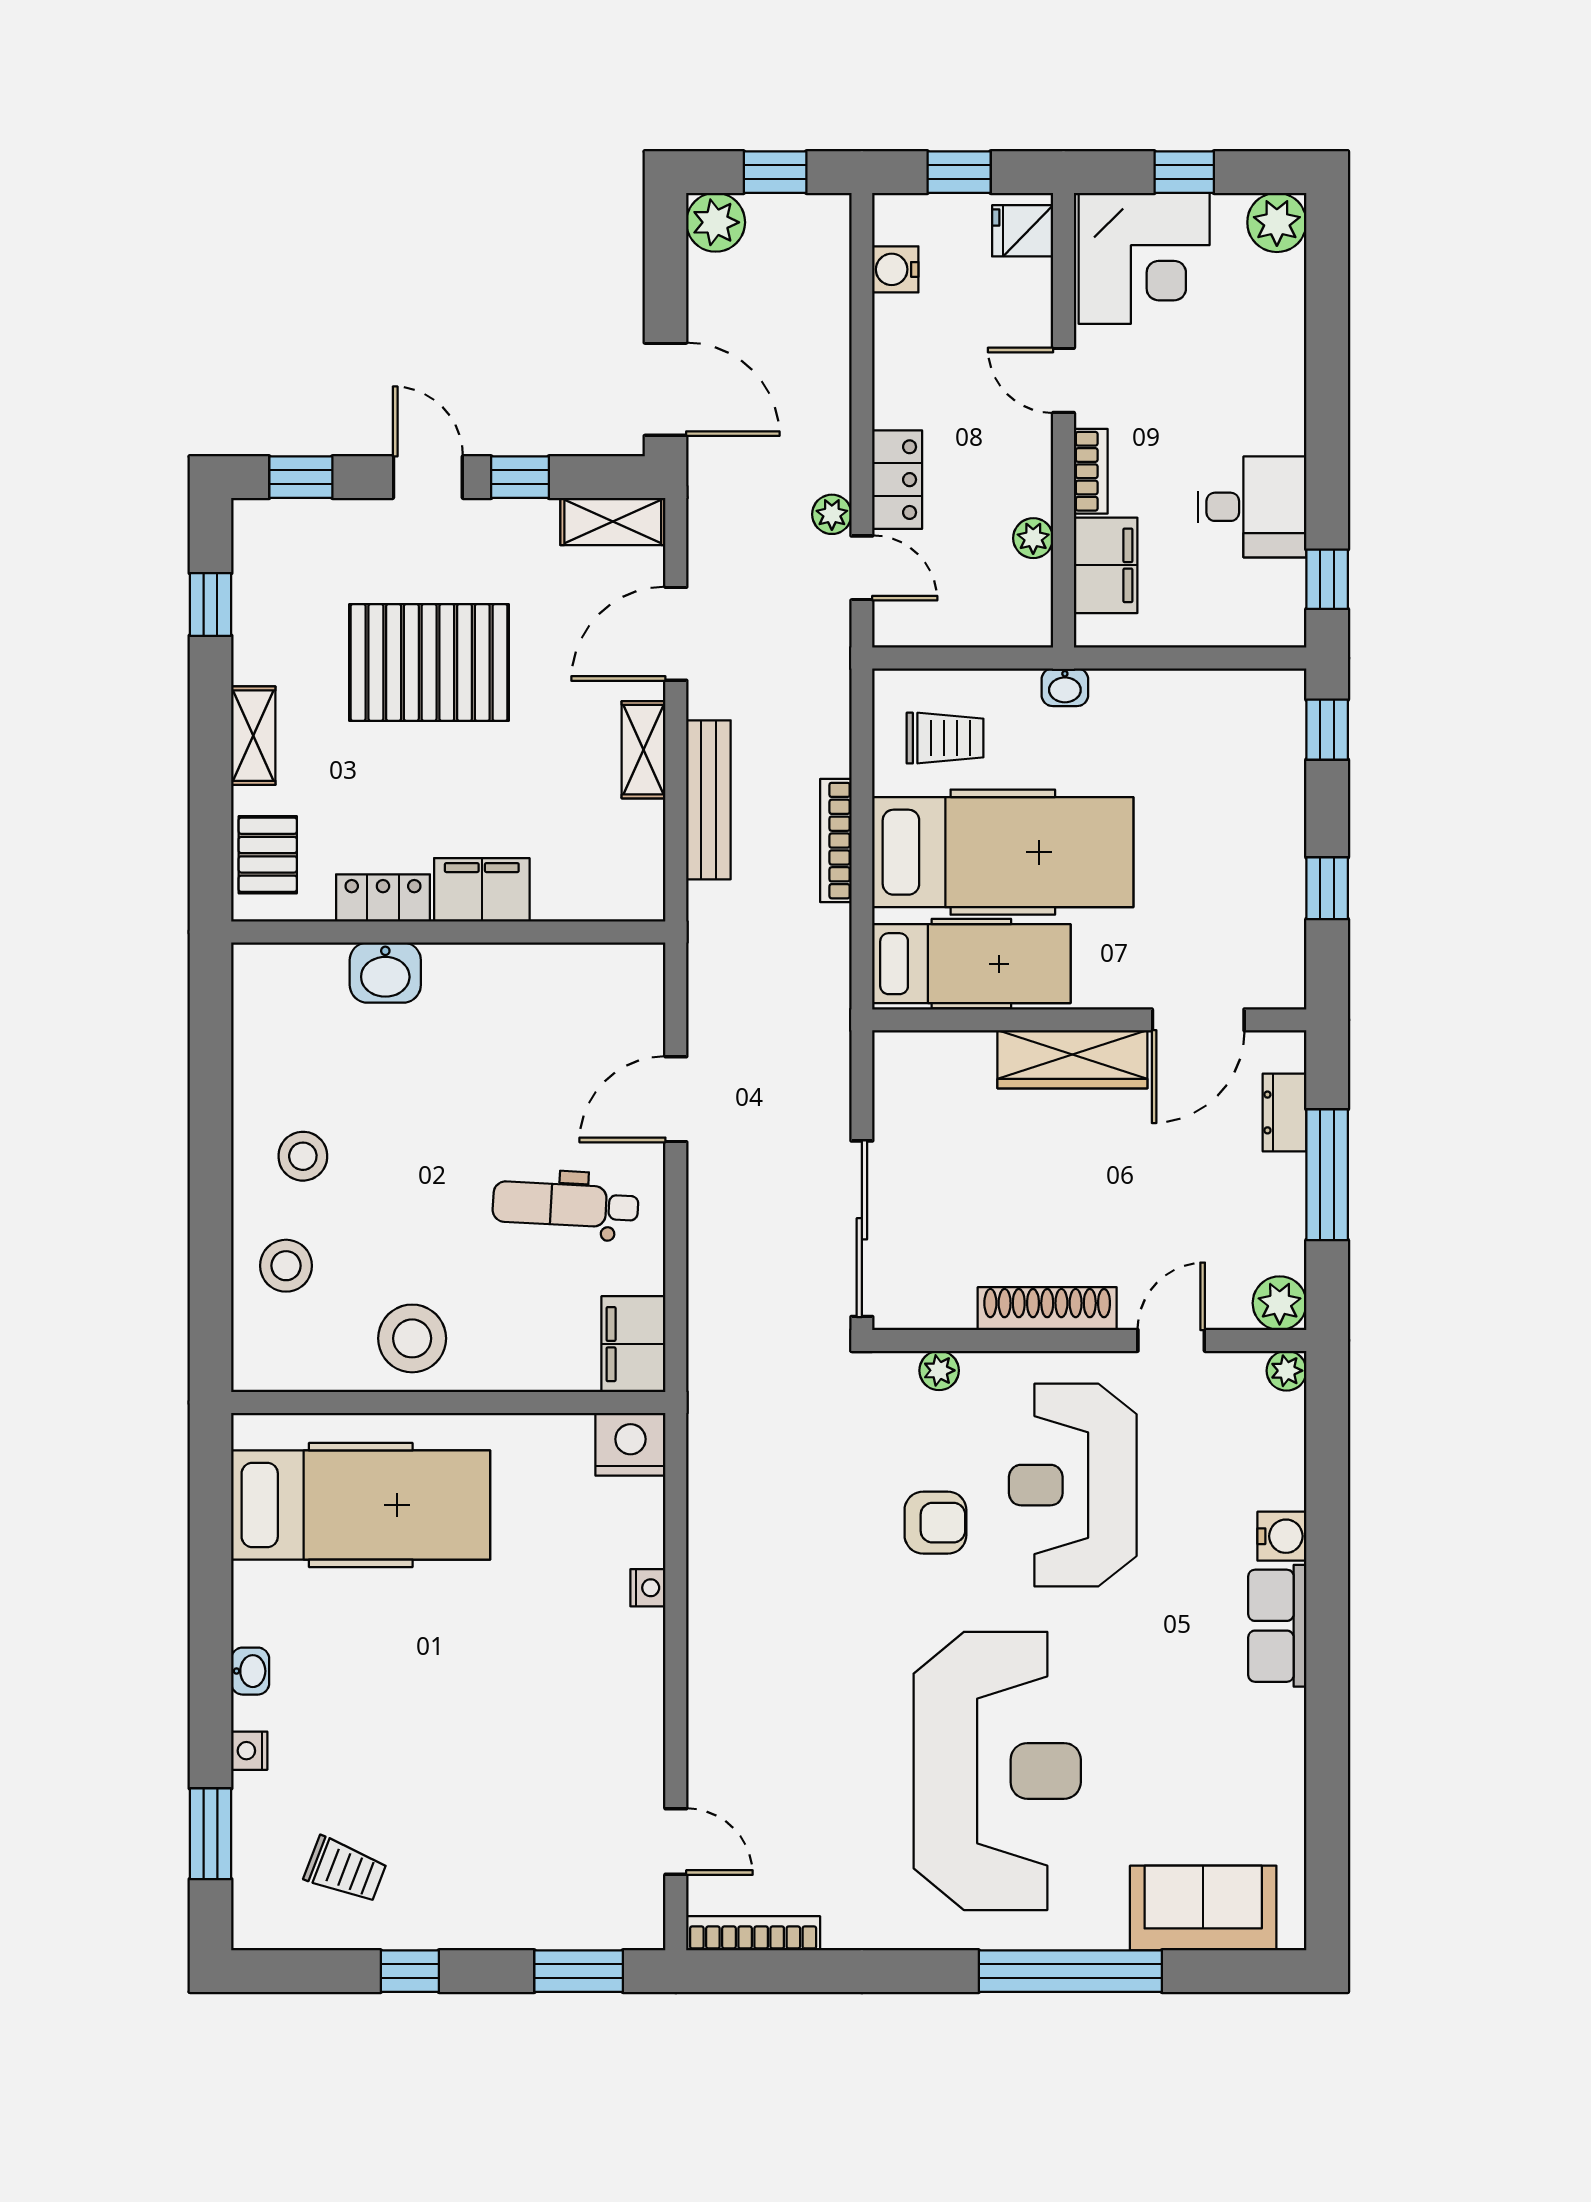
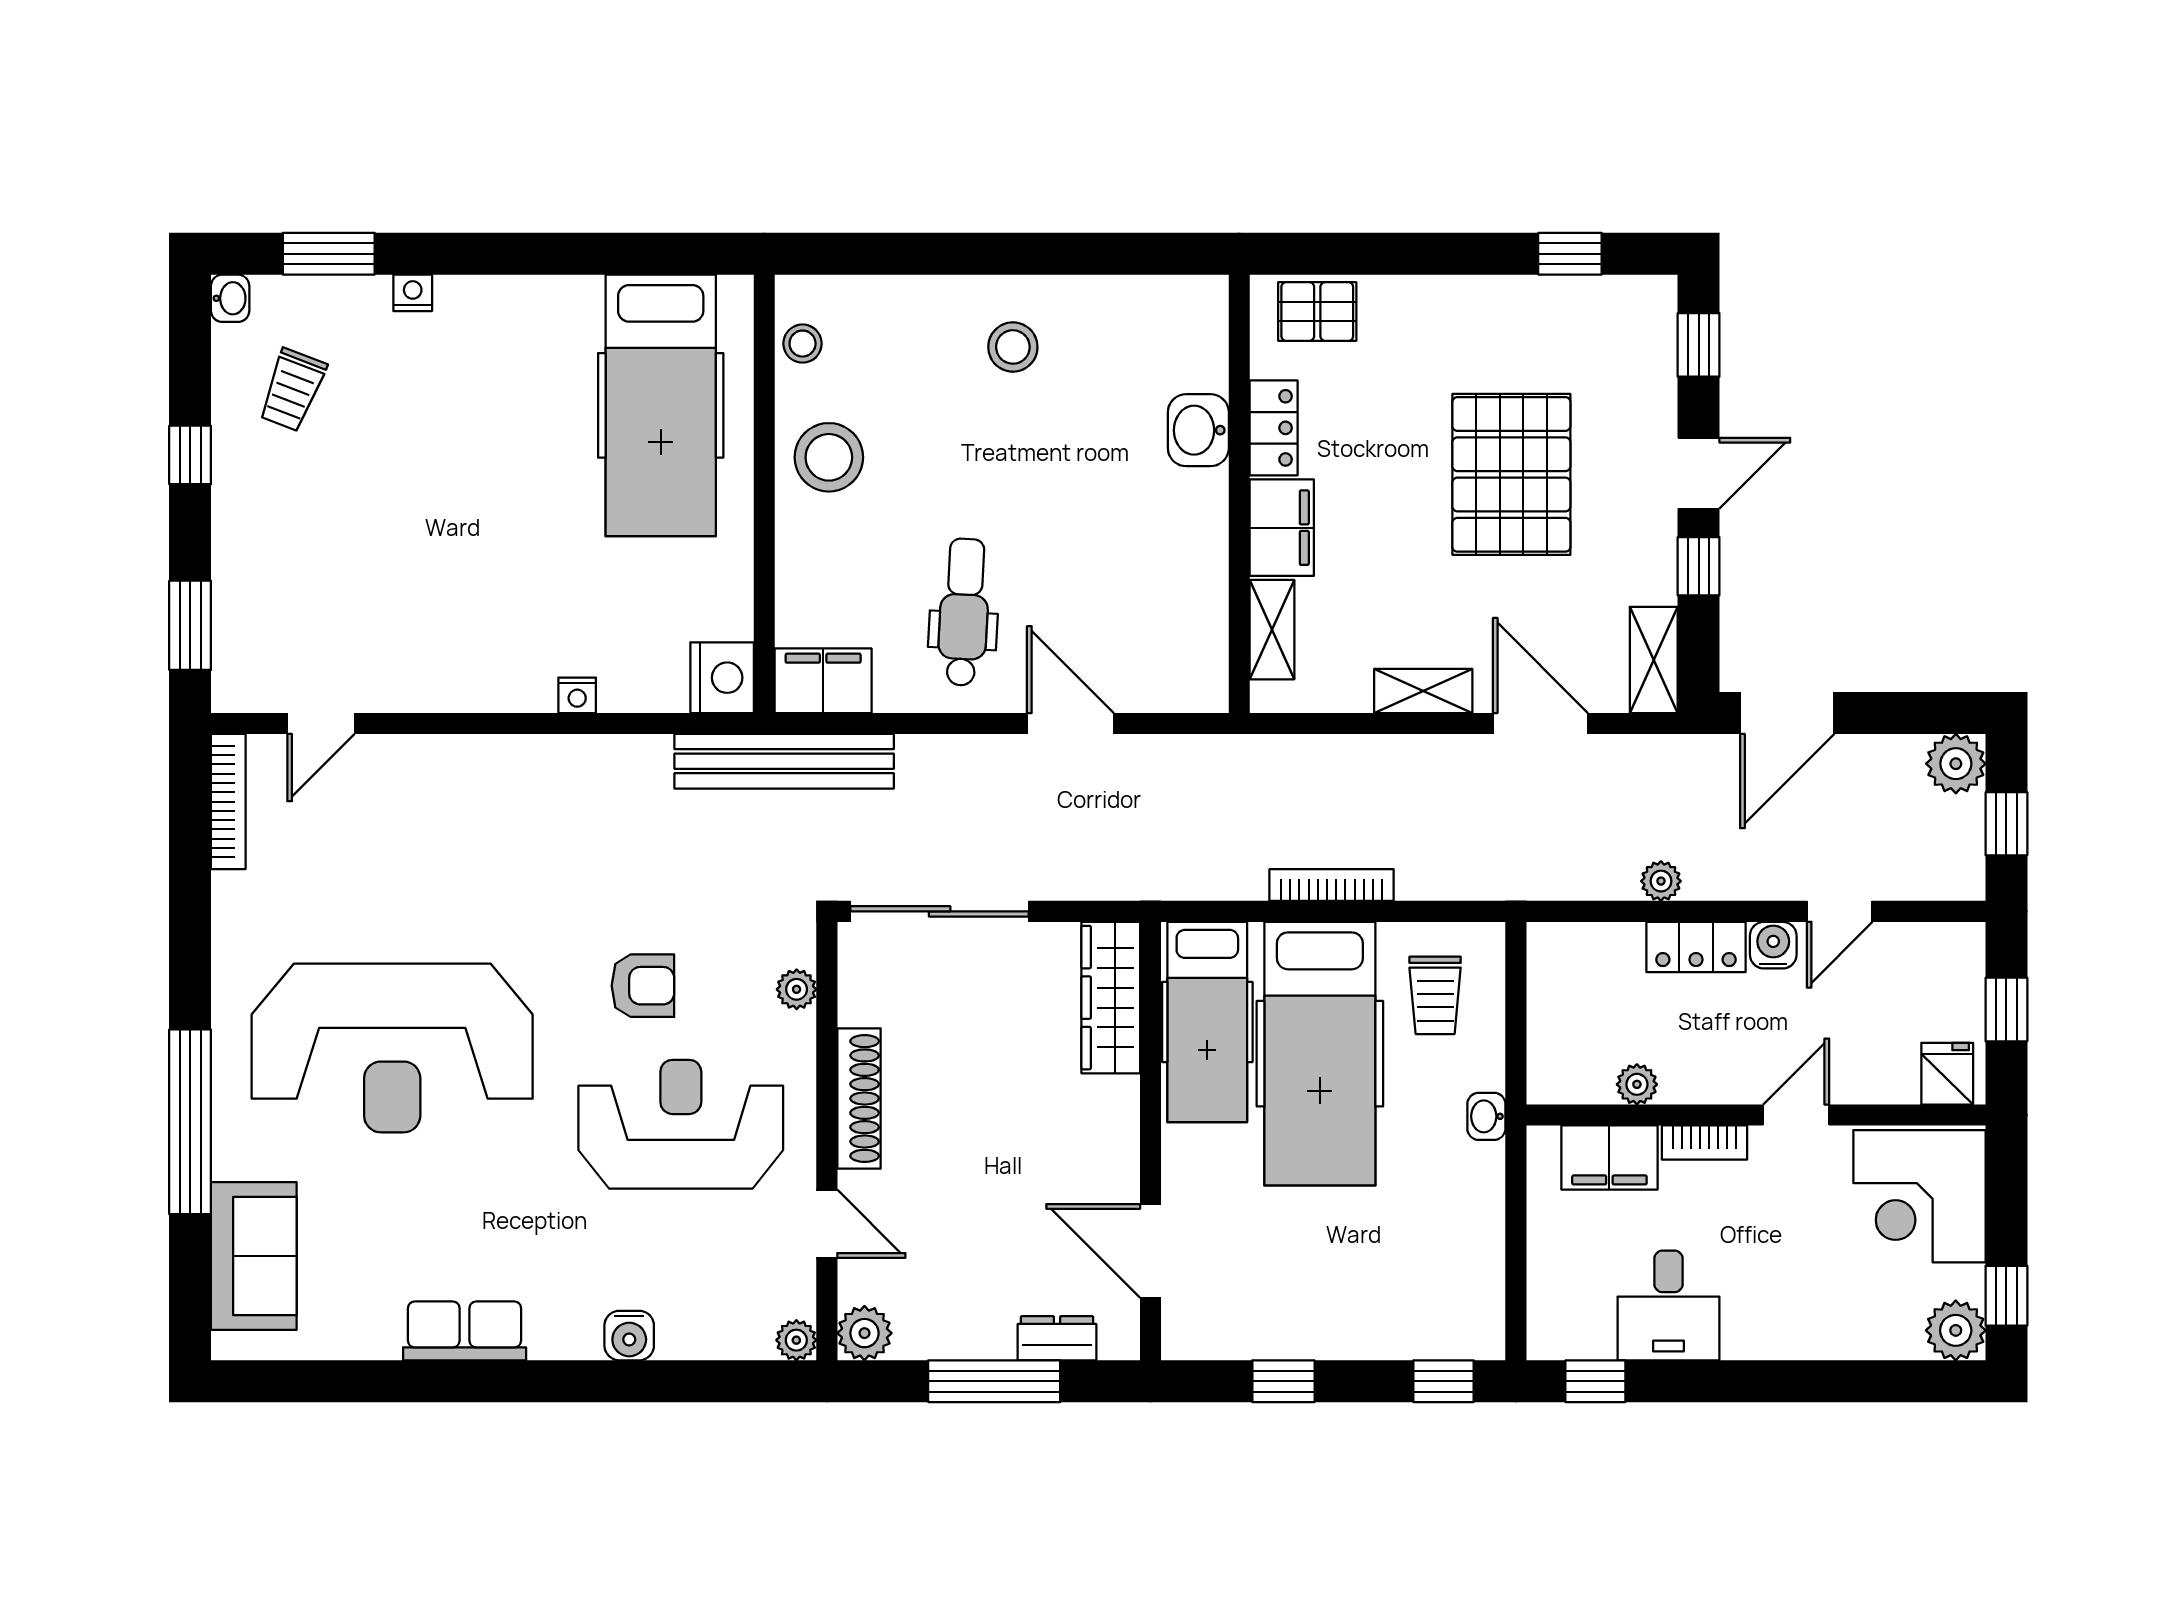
window: (1184, 172) -> (2006, 1296), moved
water cooler: (895, 269) -> (1773, 945), moved
door: (862, 568) -> (1840, 911), moved
shelving: (253, 736) -> (1272, 630), moved, turned 90
bench: (708, 800) -> (784, 761), moved, width x1.37, depth x1.21
wardrobe: (1072, 1059) -> (1111, 998), moved
stool: (286, 1266) -> (803, 344), moved, width x0.73, depth x0.73
armchair: (935, 1523) -> (643, 986), turned -90
row of seats: (1277, 1626) -> (465, 1331), moved
washbasin: (250, 1671) -> (230, 298), moved, turned -90

